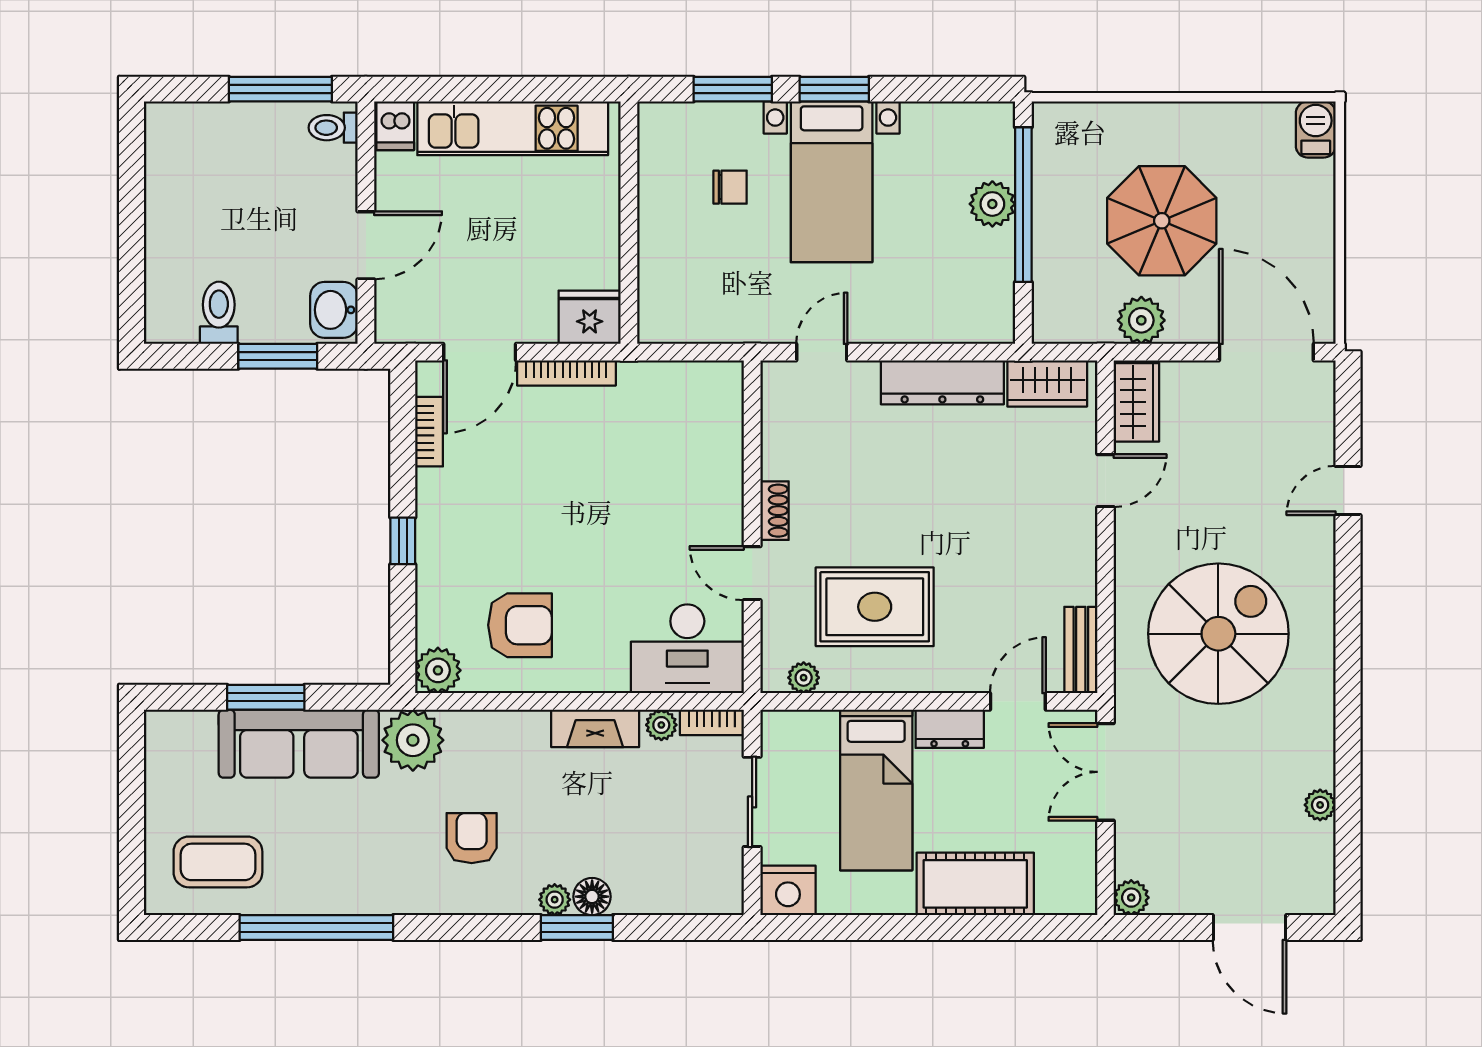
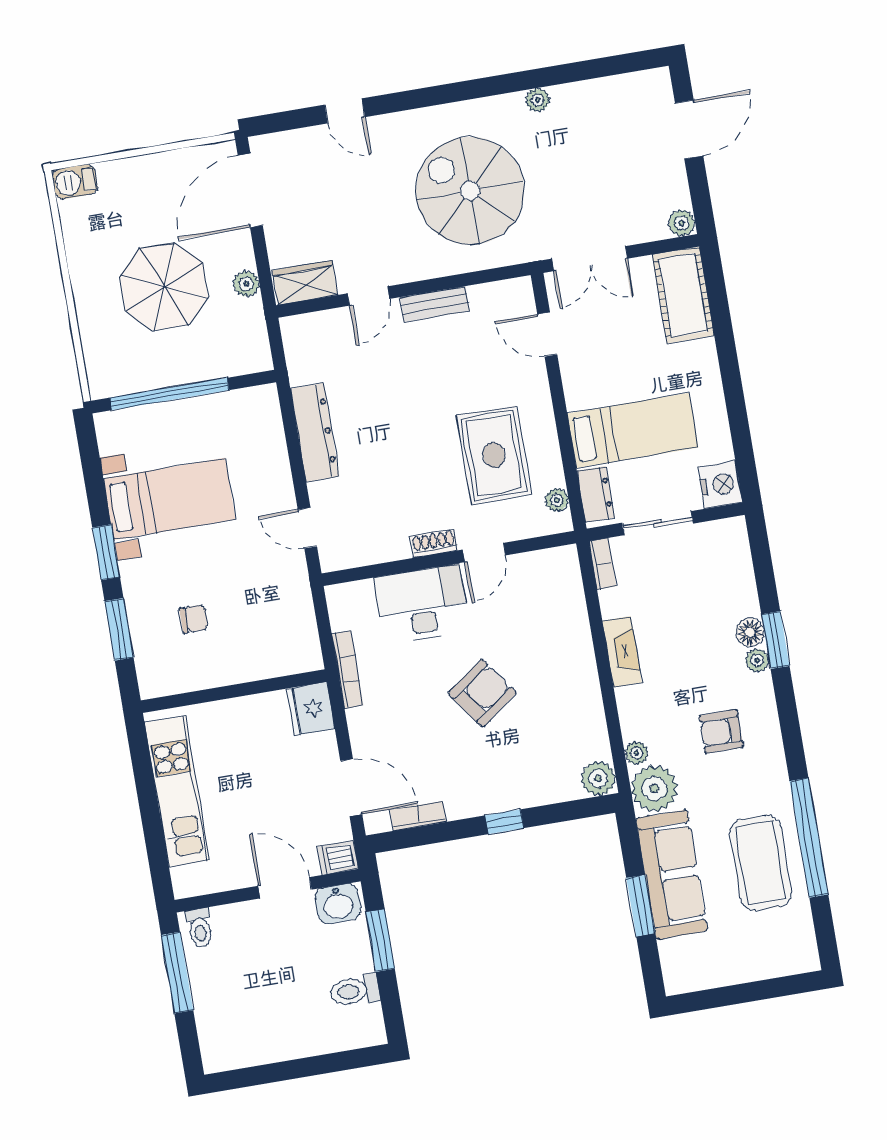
dishwasher: (395, 126) -> (338, 858), moved, turned 180
bed with nightstands: (832, 182) -> (169, 499), moved
chair: (730, 187) -> (194, 619), turned 90
plant: (992, 204) -> (173, 418), removed
plant: (1141, 320) -> (246, 284), width x0.73, depth x0.73
bookcase: (566, 373) -> (348, 669), moved
wardrobe: (1047, 383) -> (302, 353), removed
door: (1105, 481) -> (368, 296), swing flipped
armchair: (520, 625) -> (482, 693), moved, turned 54
desk: (687, 649) -> (422, 604), moved, turned -90
bench: (1081, 650) -> (435, 304), moved
plant: (661, 725) -> (637, 753), moved
dresser: (950, 729) -> (596, 494), moved
plant: (1320, 805) -> (538, 100), moved
coffee table: (218, 862) -> (761, 863), moved, width x1.36, depth x1.32
cot: (975, 884) -> (683, 295), moved

